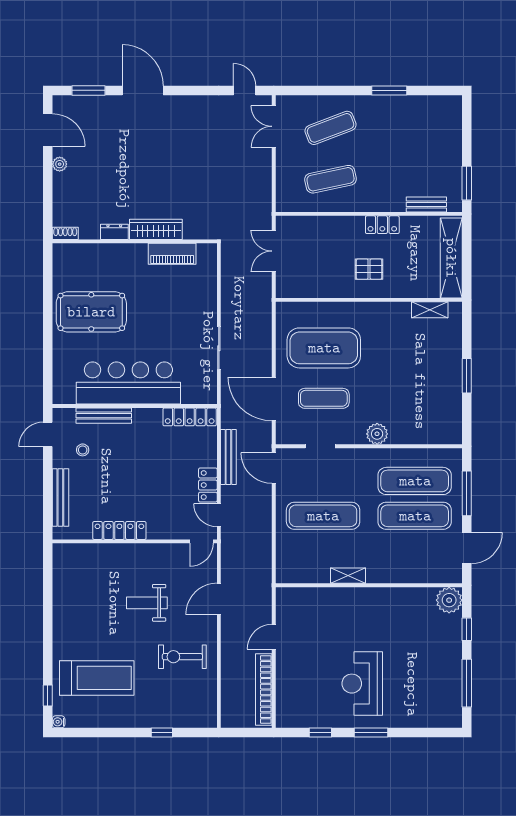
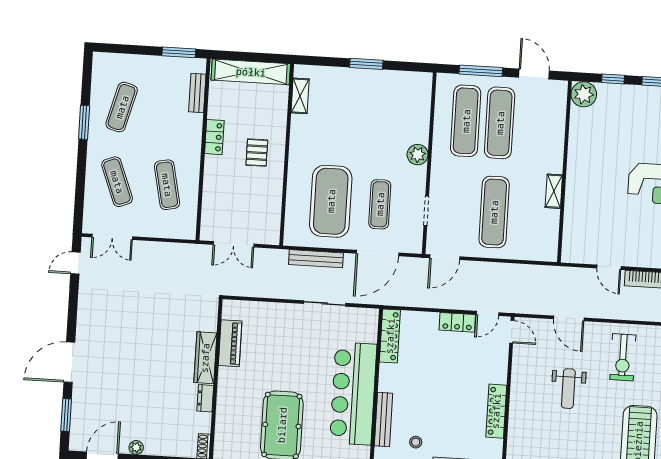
exercise mat: (407, 128) -> (122, 107), added
bench: (228, 457) -> (316, 259), moved

